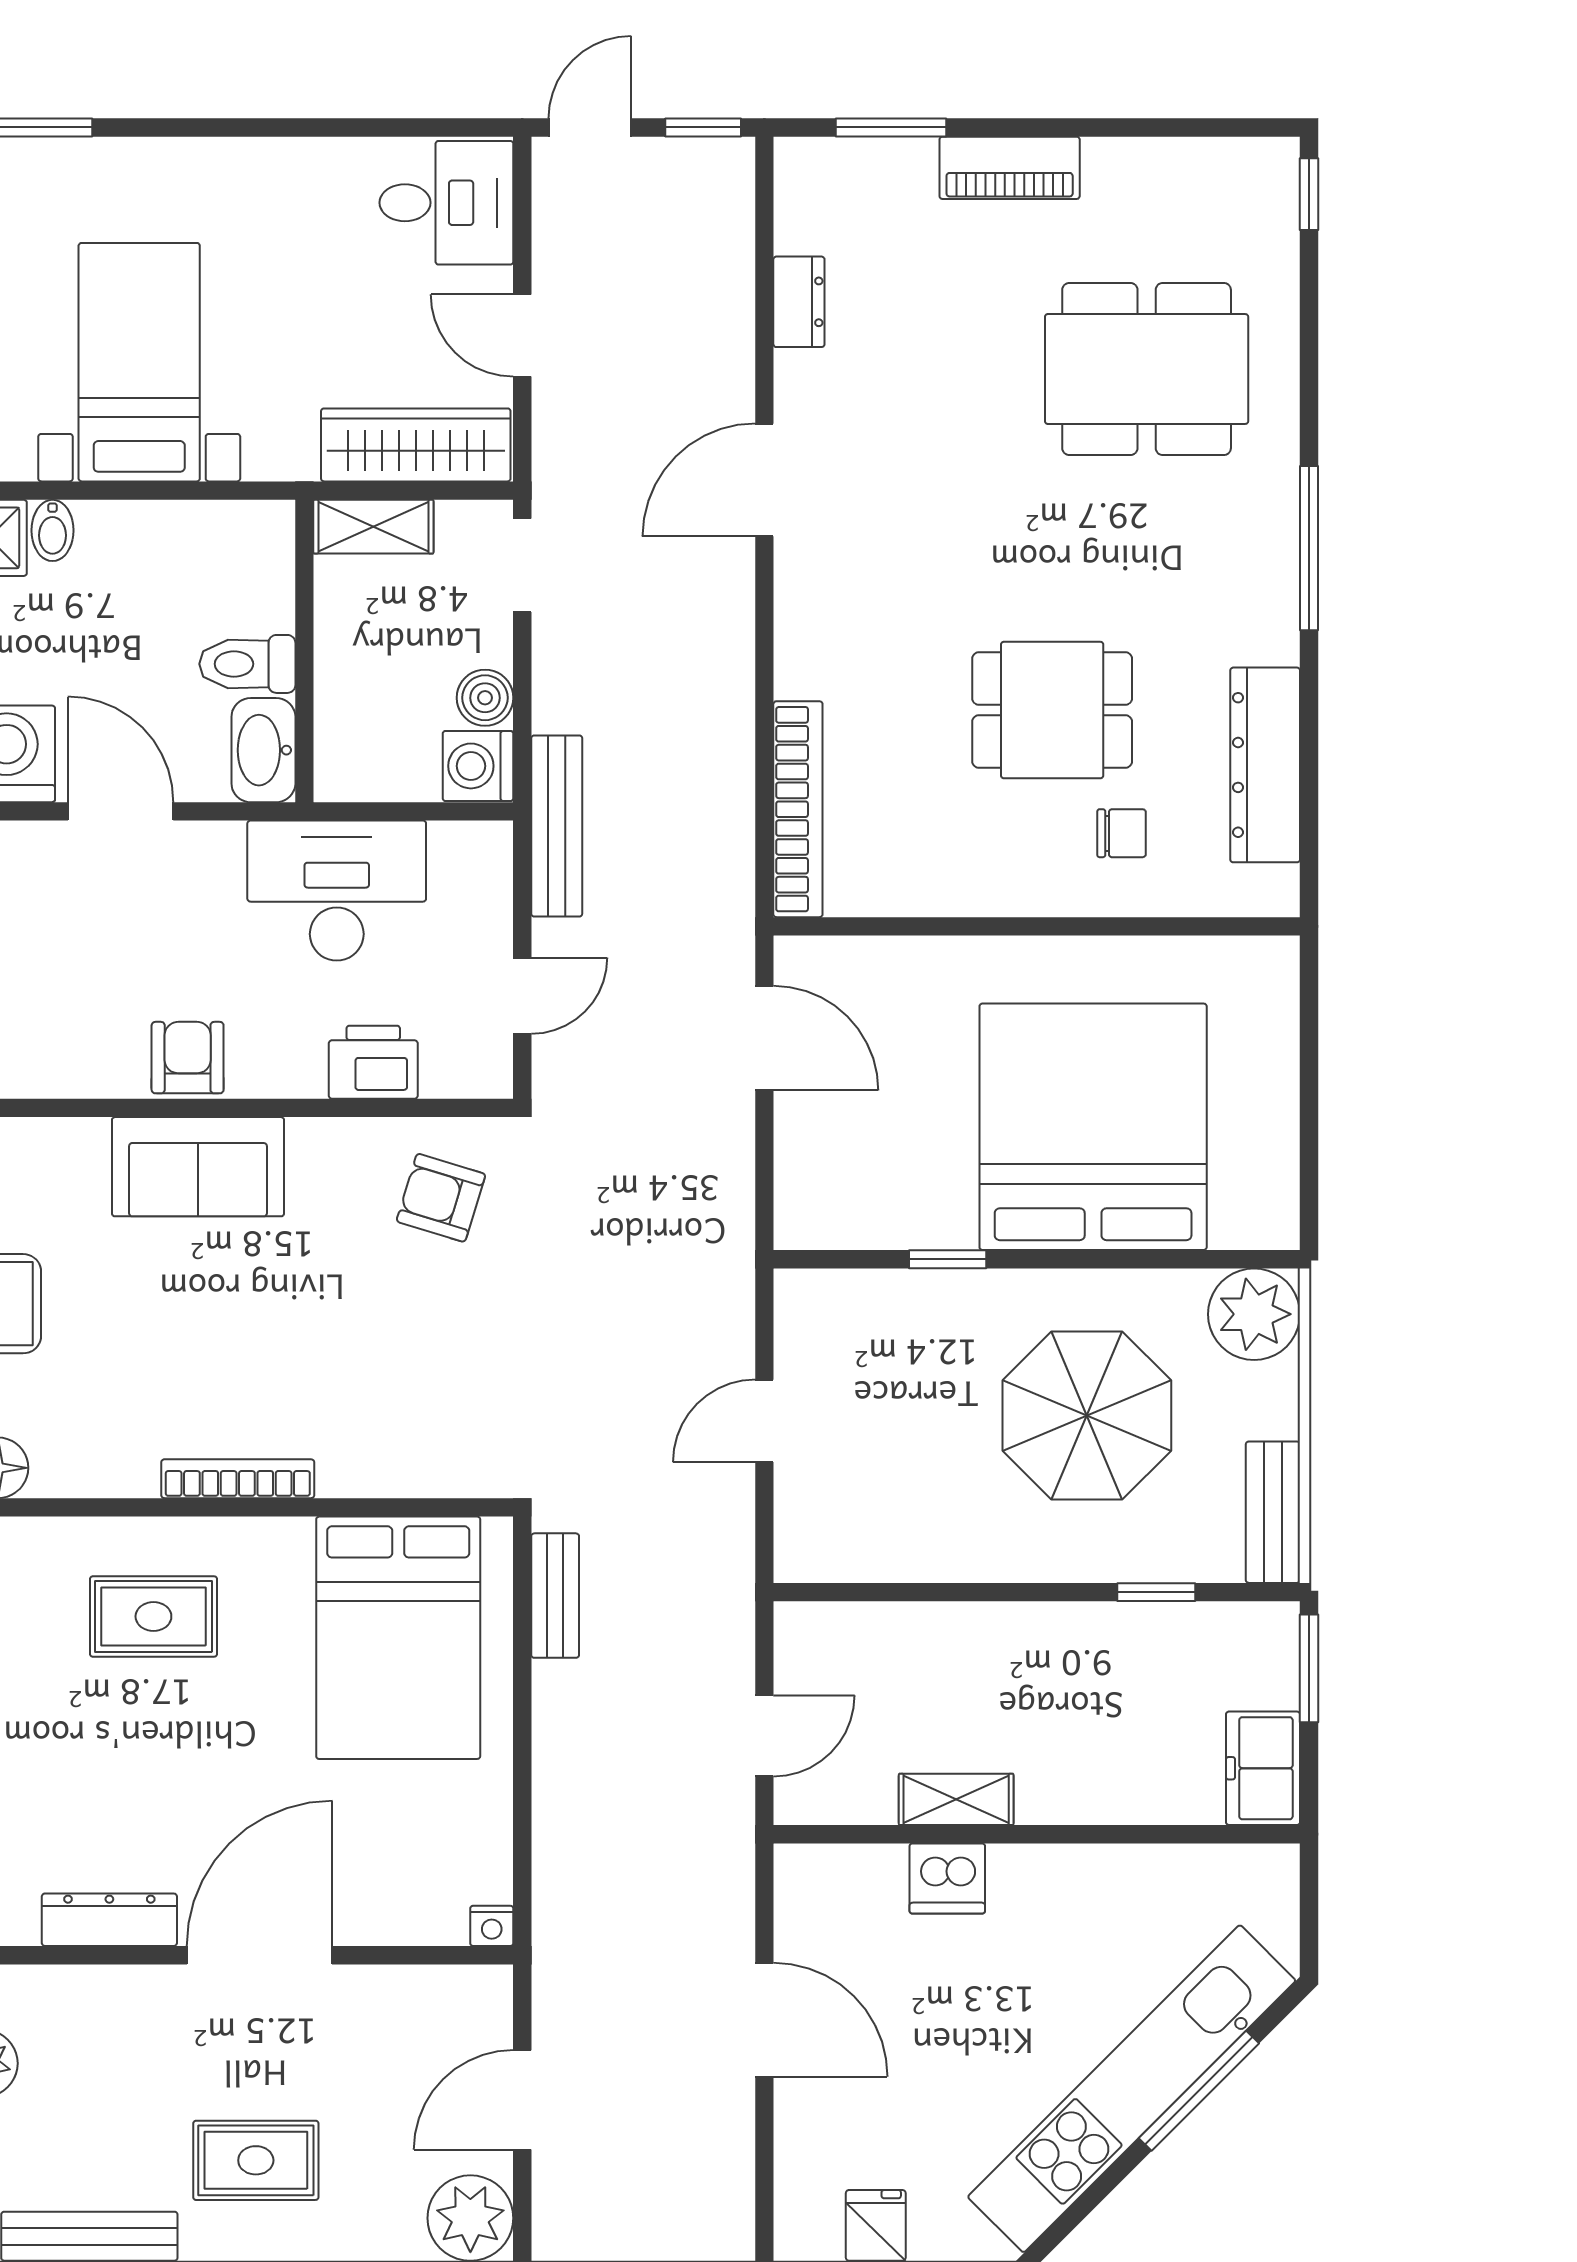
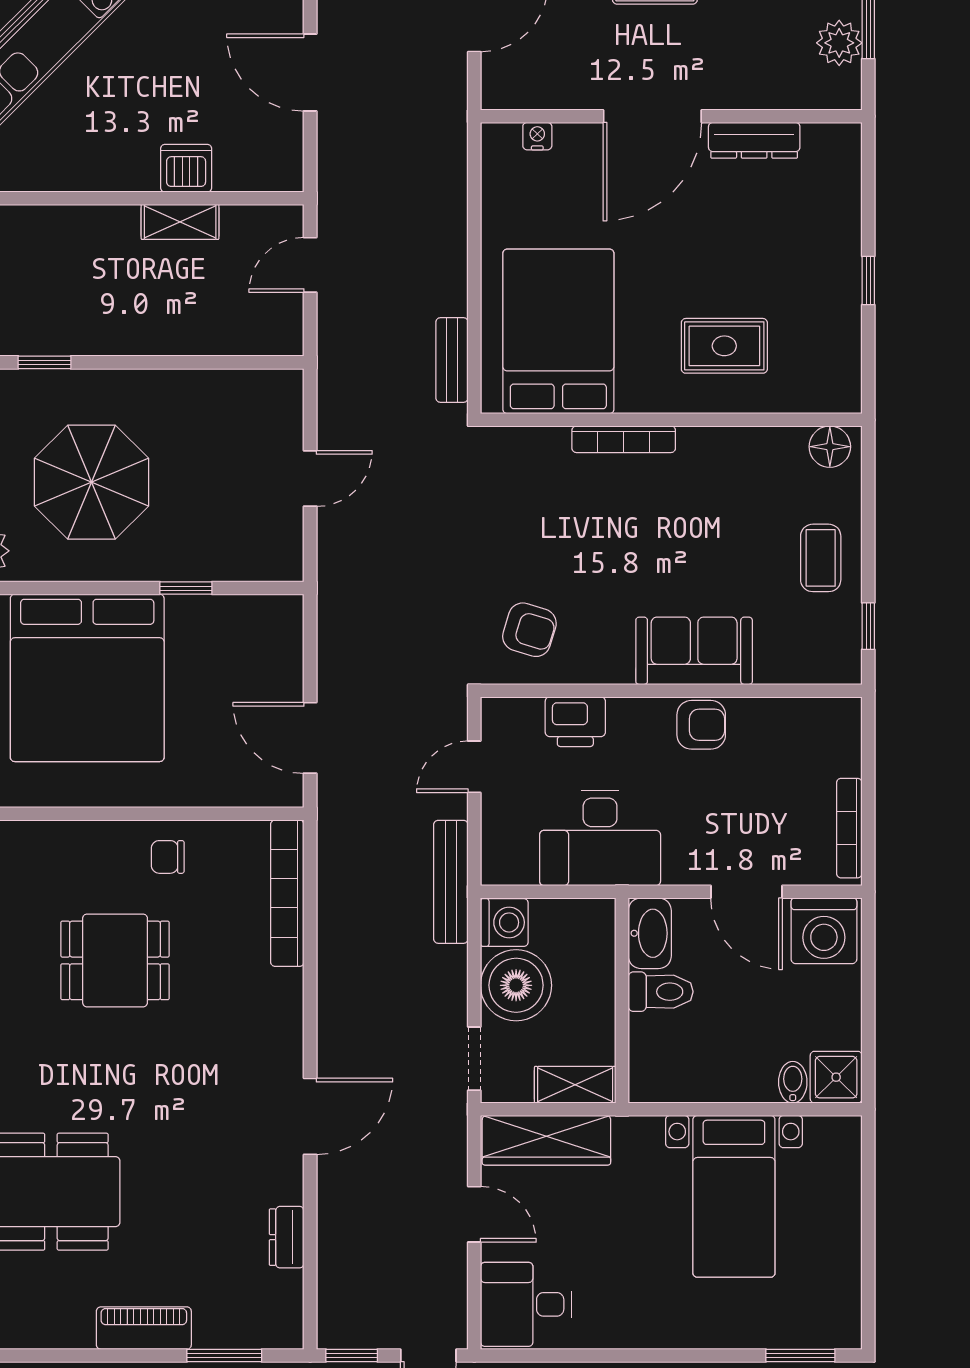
boiler: (485, 698) -> (516, 985), width x1.86, depth x1.86
chair: (1122, 833) -> (168, 857), moved
armchair: (188, 1058) -> (701, 725), turned -90
bookcase: (238, 1479) -> (624, 439), moved
nightstand: (492, 1926) -> (537, 136), moved

